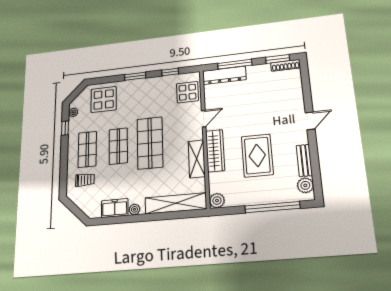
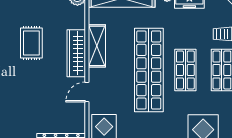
shop shelf: (150, 143) -> (149, 70), width x1.40
rug: (257, 155) -> (31, 43), width x0.73, depth x0.70

